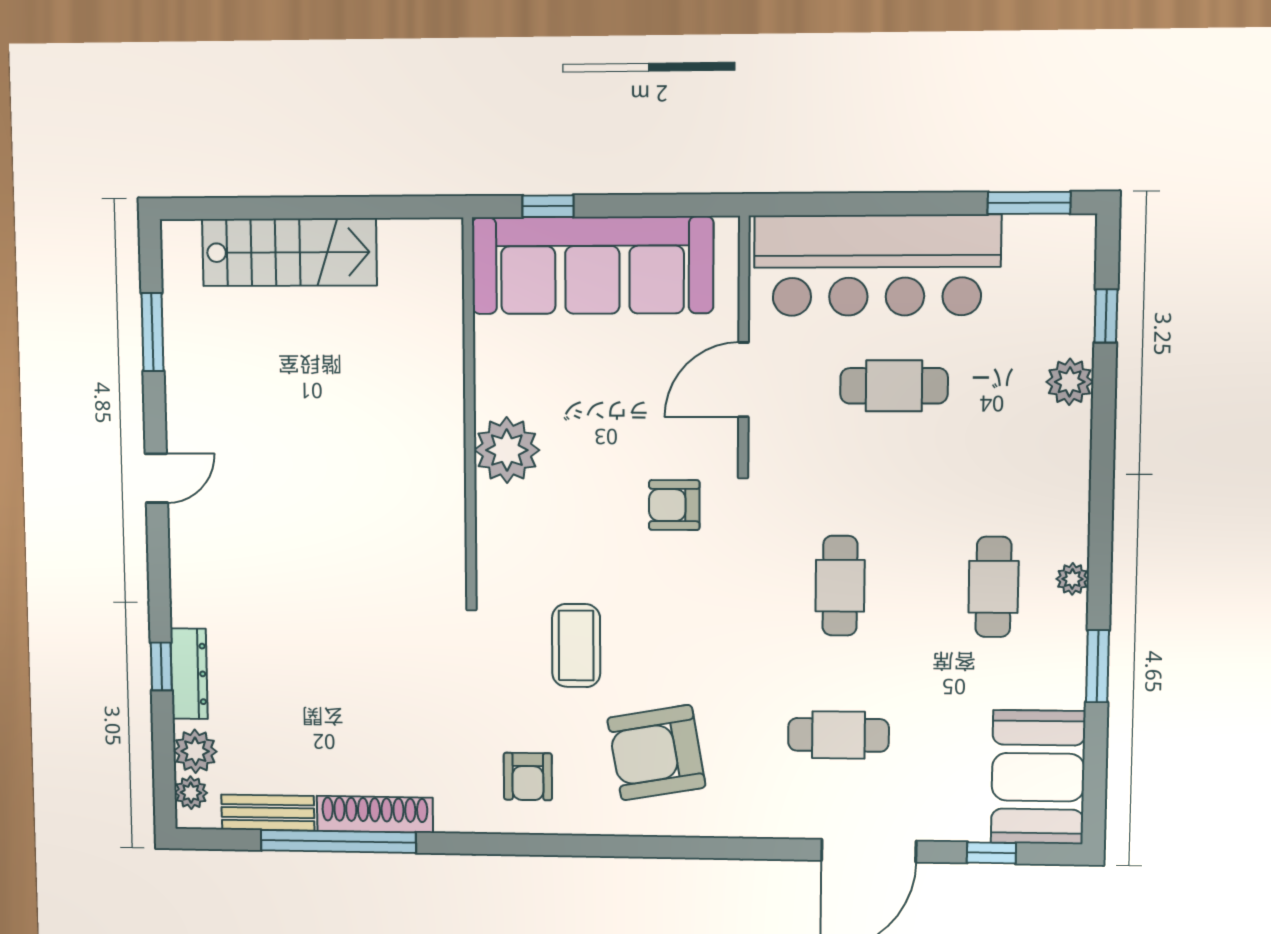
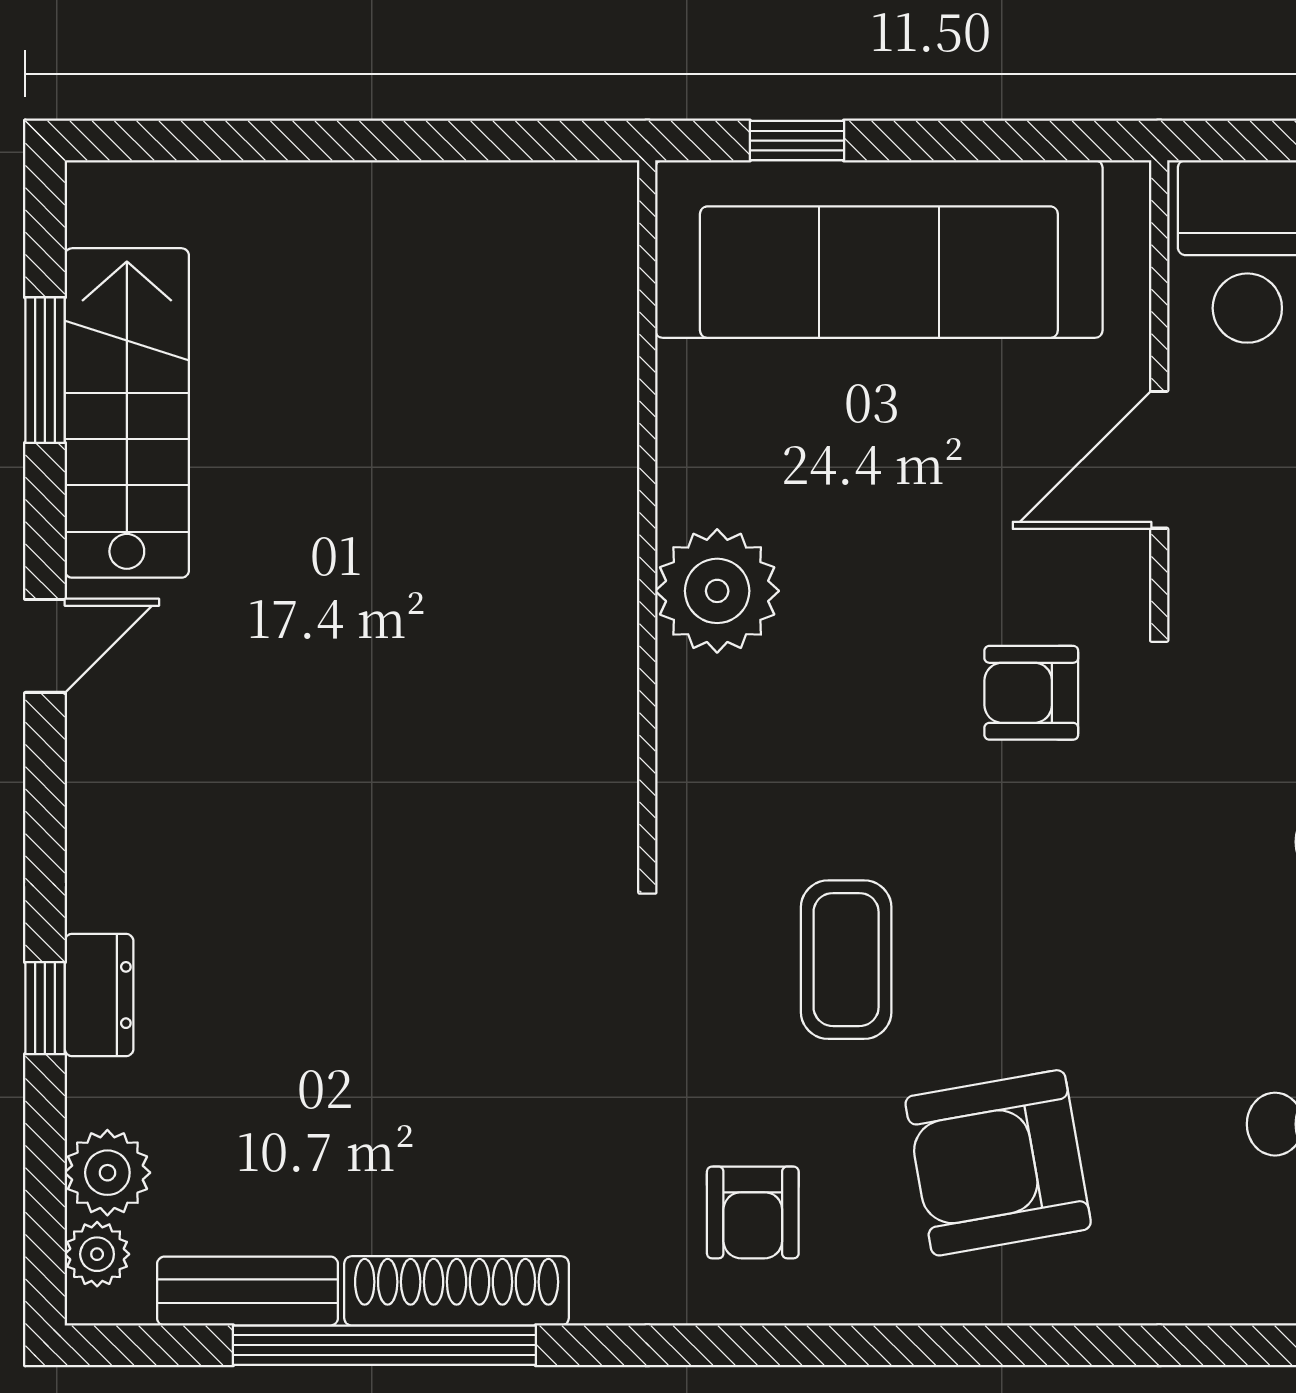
stairs: (289, 252) -> (127, 413), moved, turned -90
dresser: (189, 674) -> (99, 995), width x0.70

